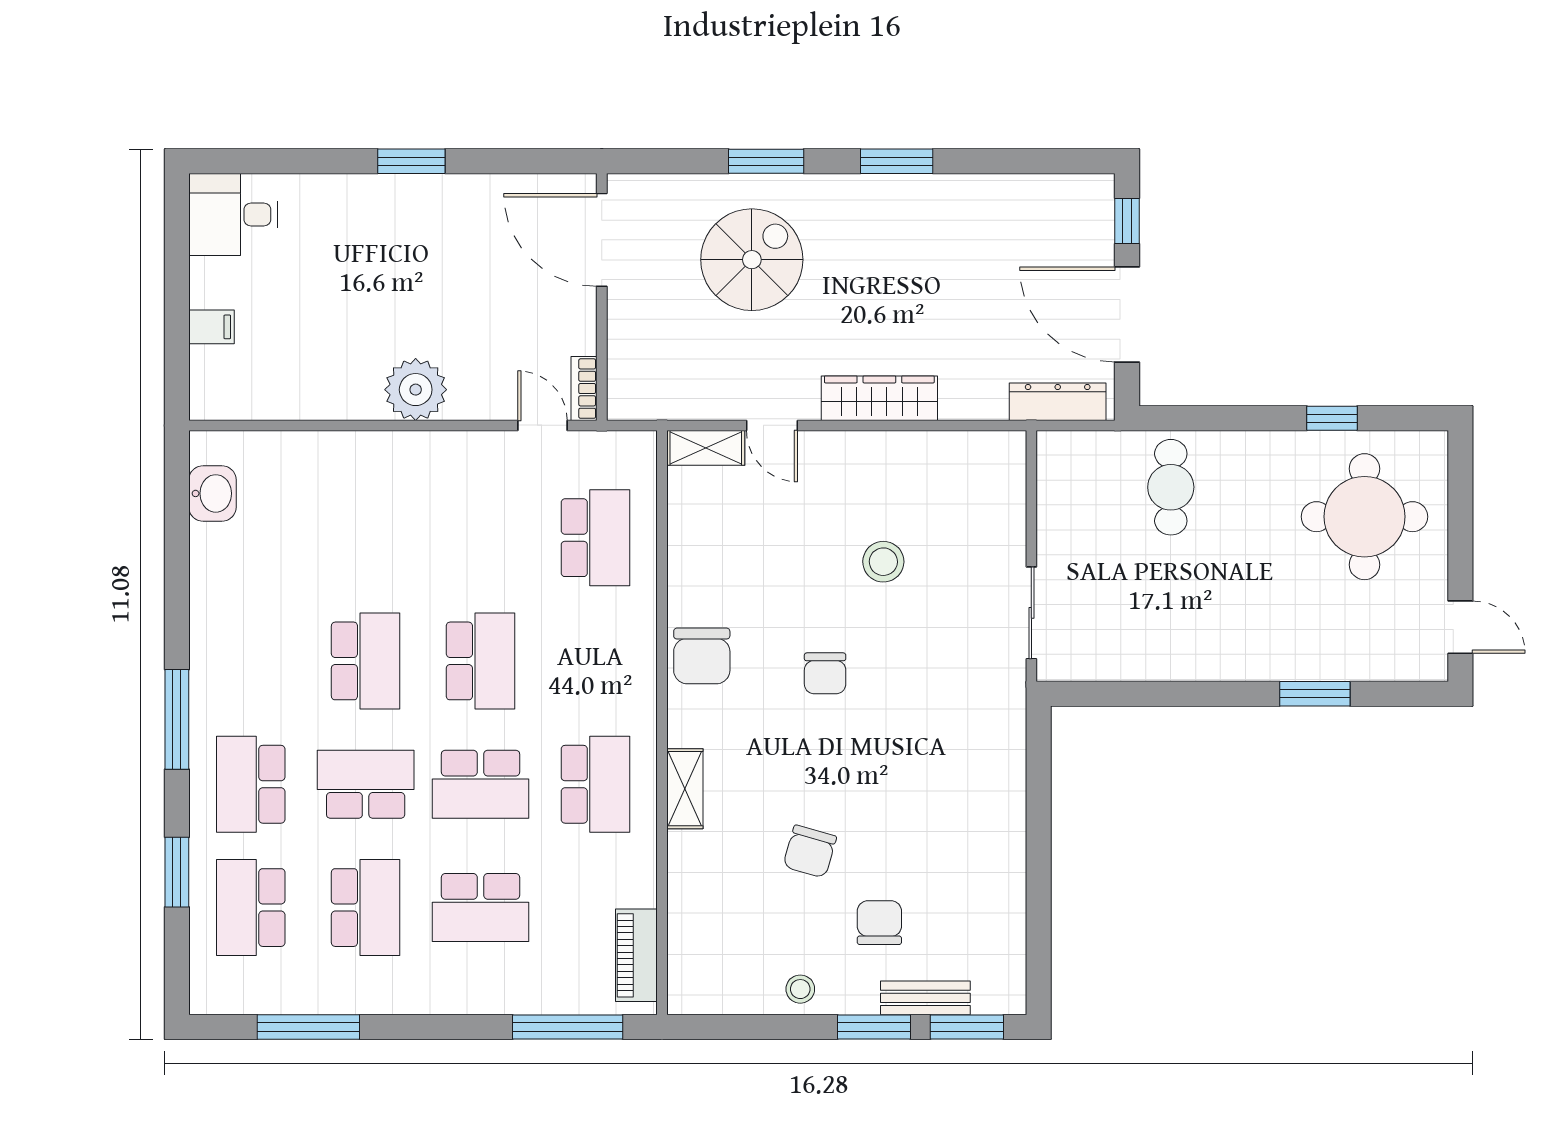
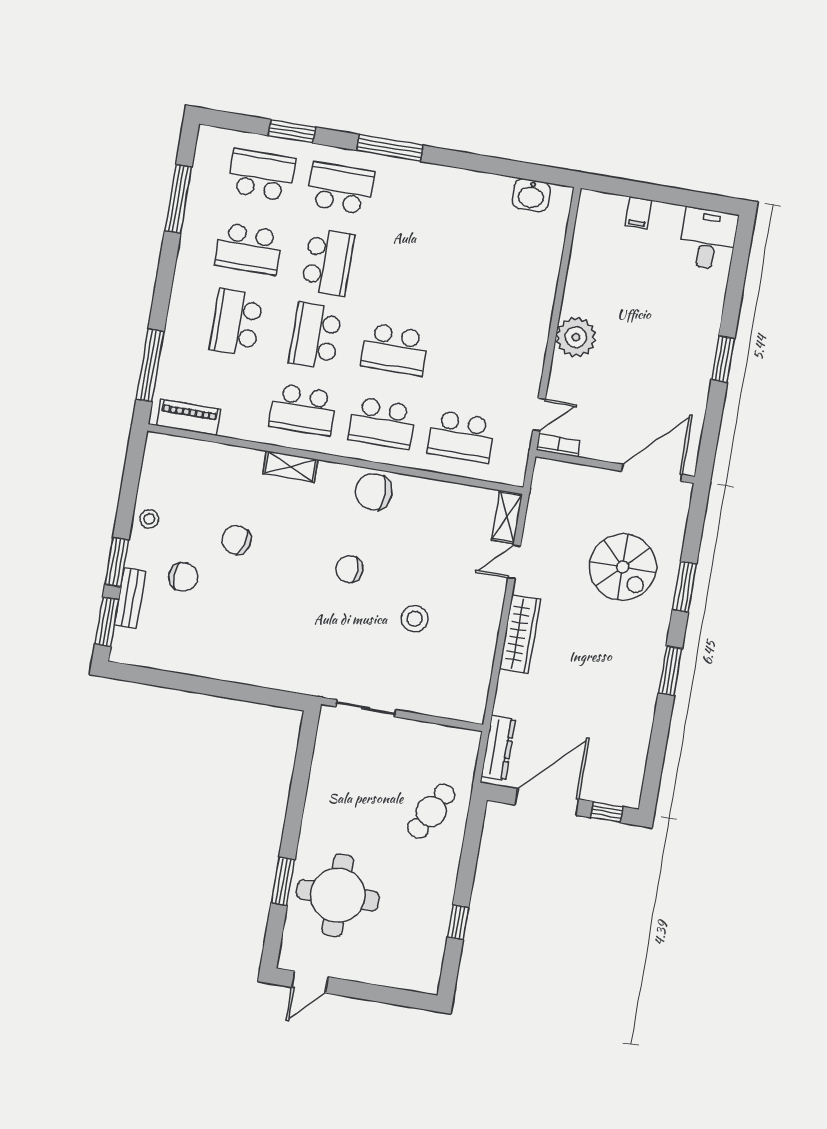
cafe table: (1171, 487) -> (431, 811), turned -62
round table: (1364, 517) -> (338, 895), moved
school desk: (366, 661) -> (382, 423), moved

